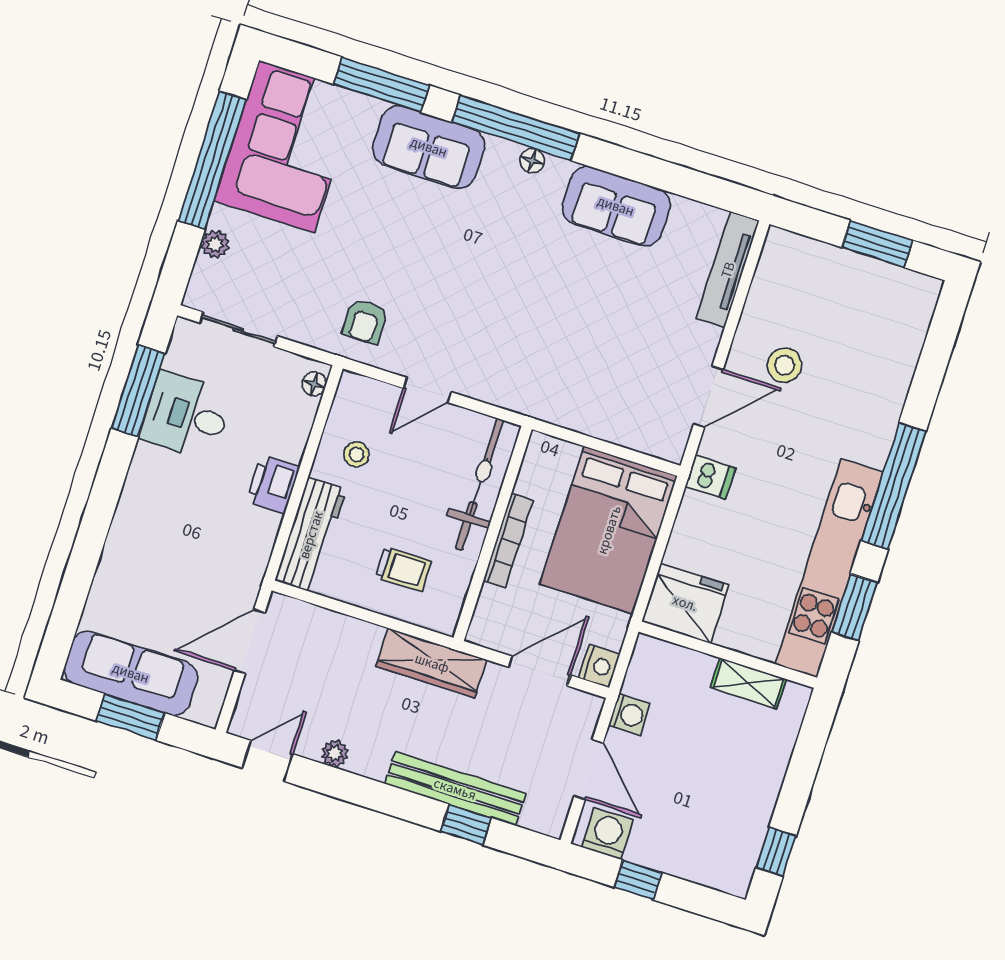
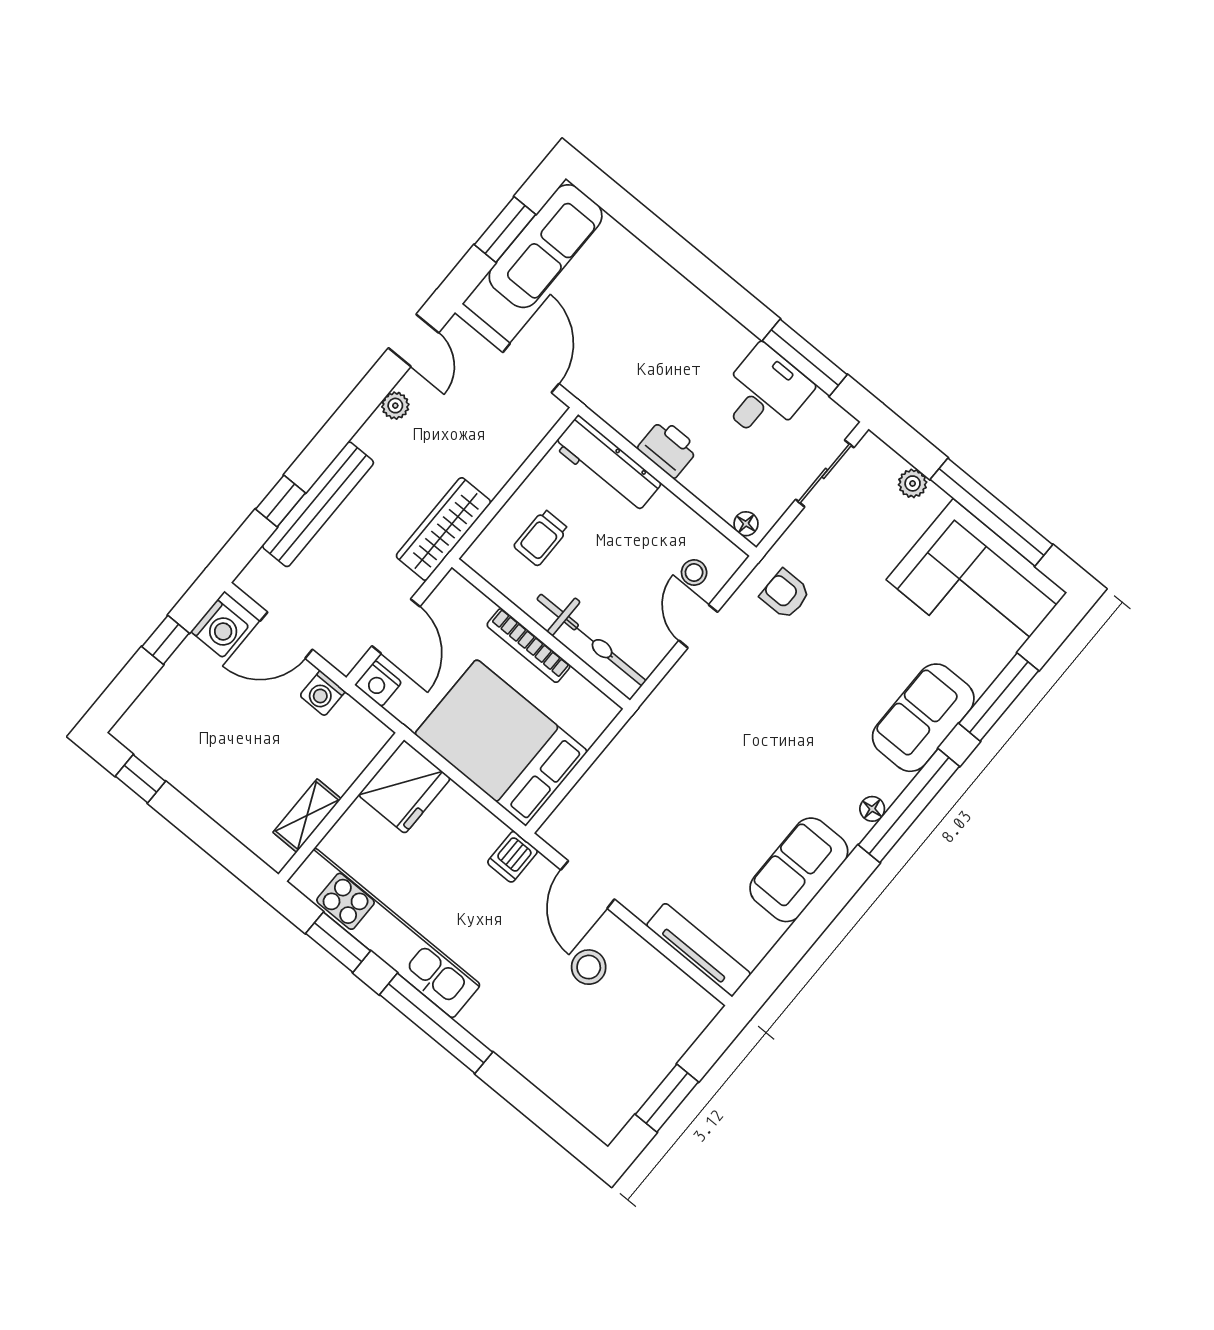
stool: (356, 454) -> (694, 573), moved

